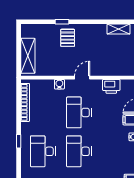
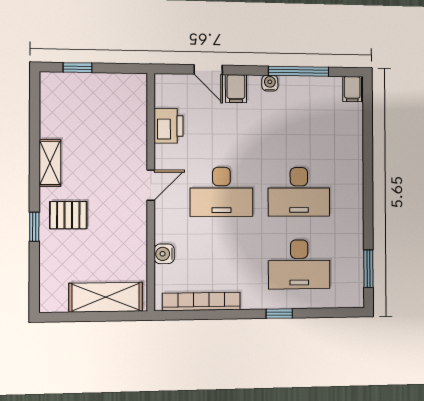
shelving: (118, 29) -> (50, 163), moved
door: (82, 78) -> (151, 185), swing flipped
water cooler: (59, 84) -> (164, 254), moved

